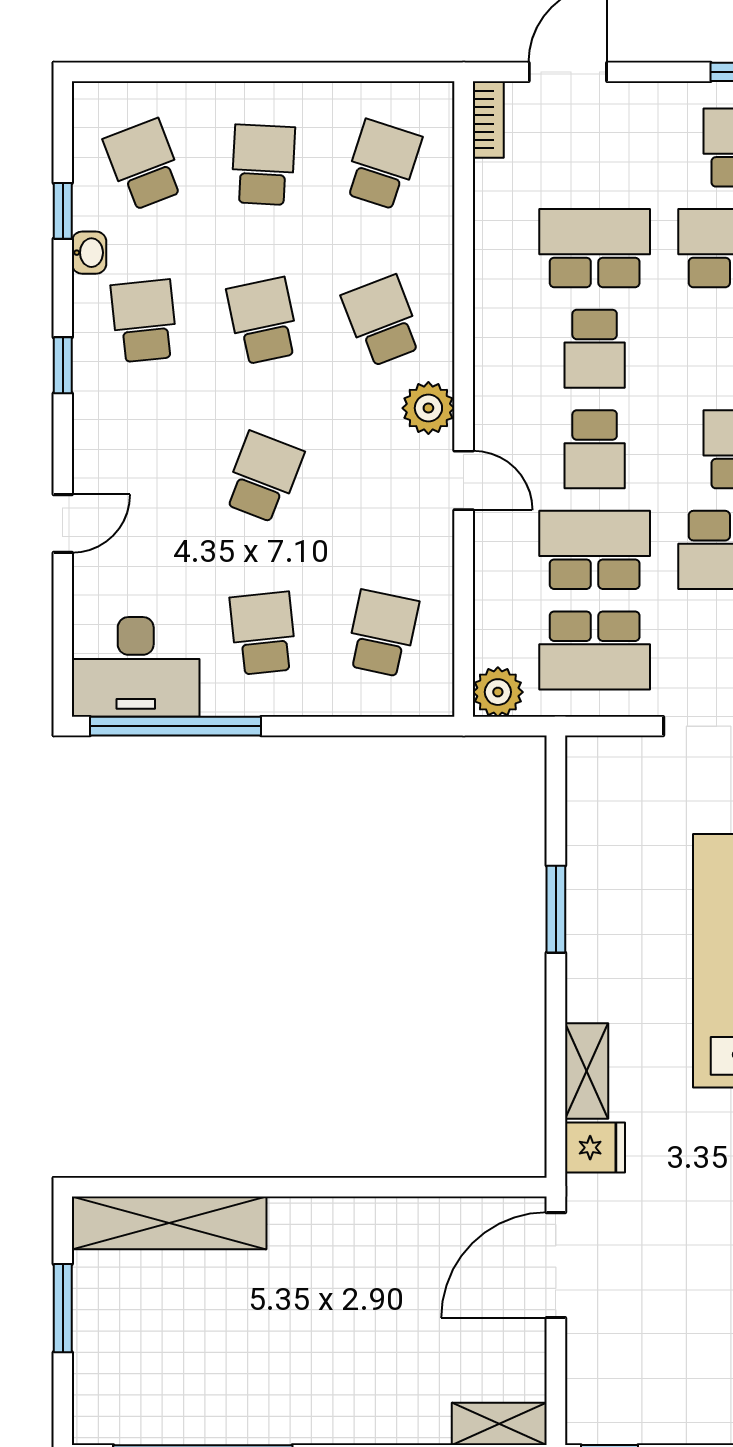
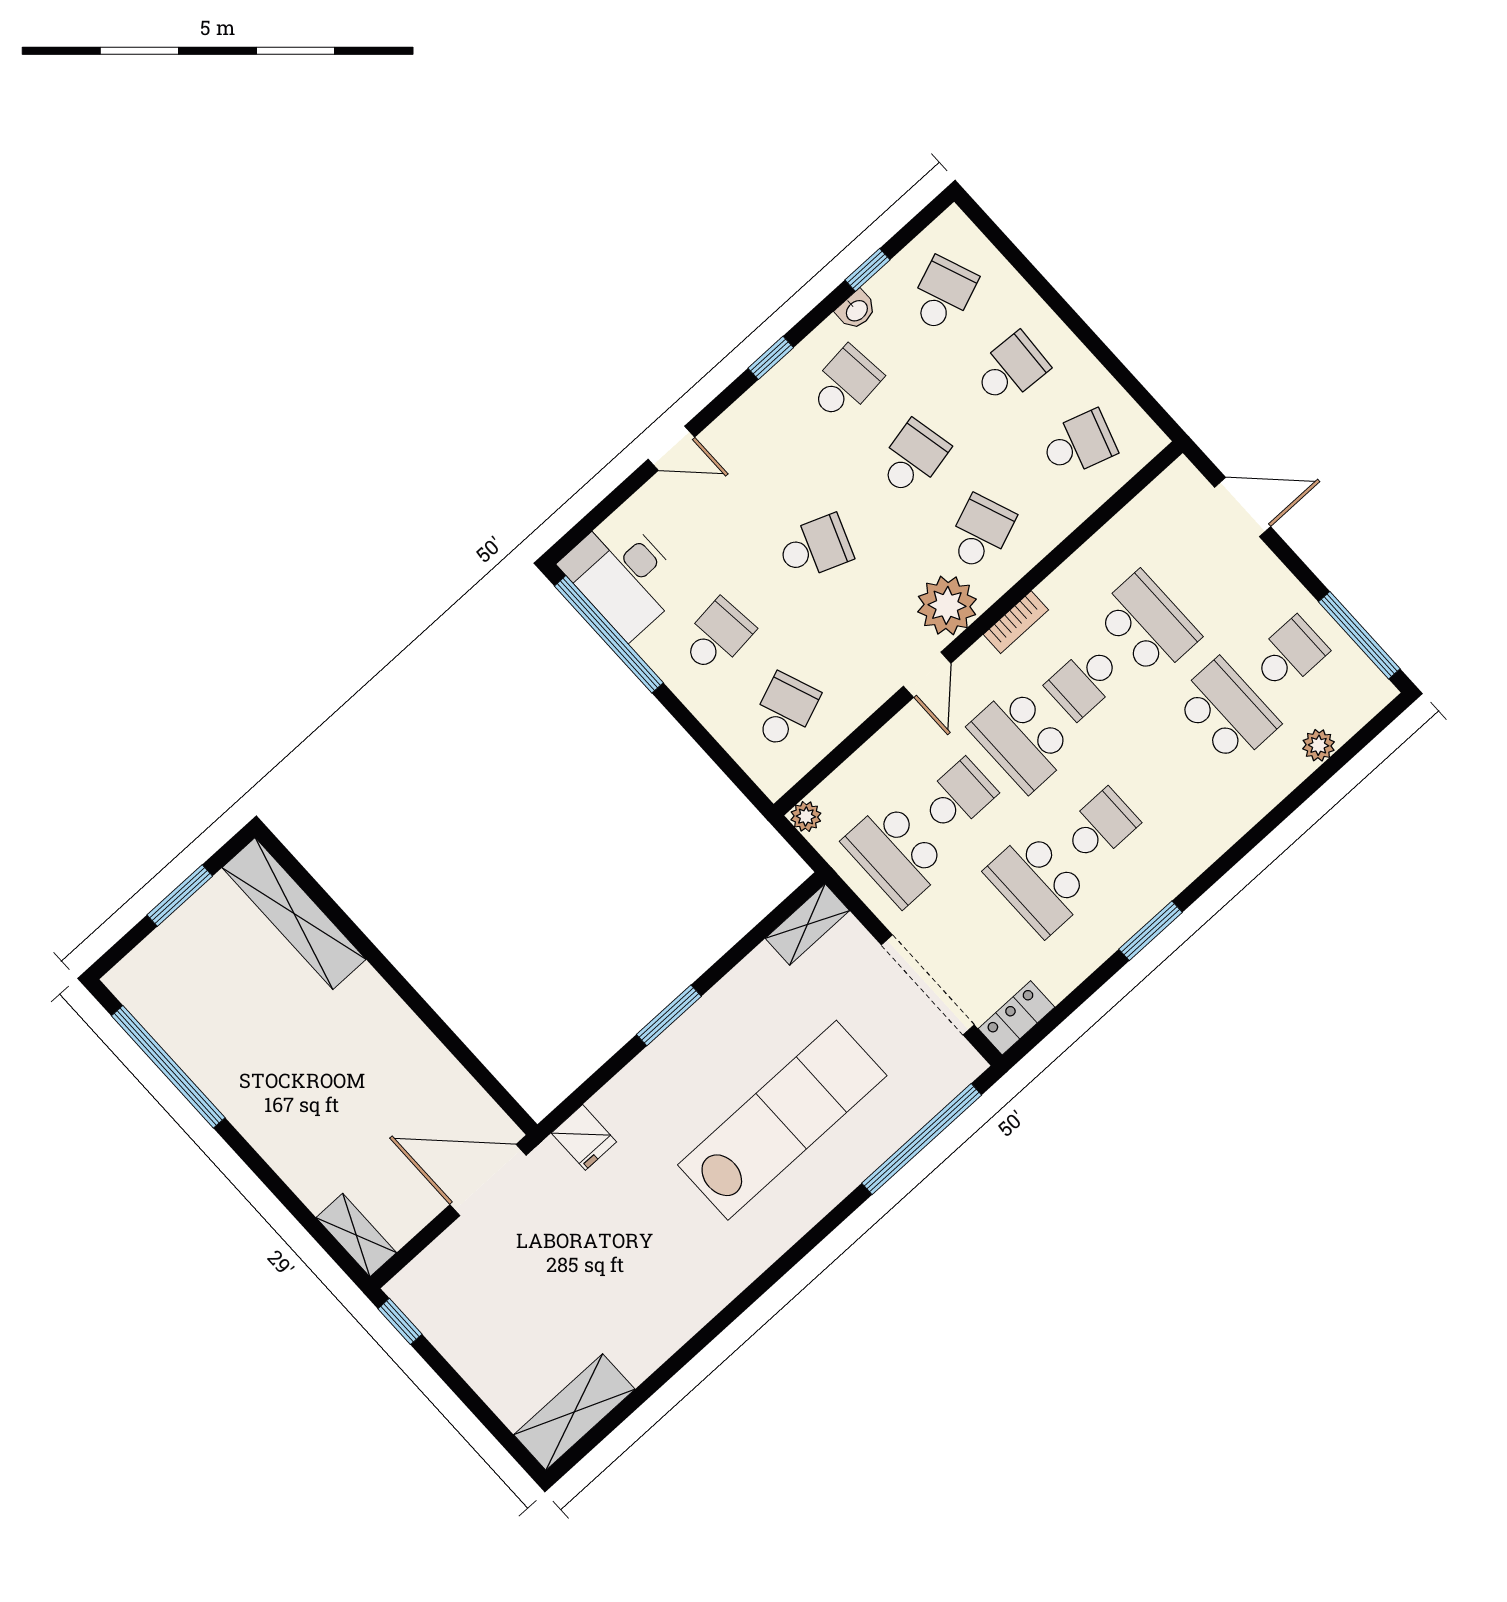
bookcase: (488, 119) -> (1016, 622), moved
plant: (428, 408) -> (947, 605), width x1.36, depth x1.36
school desk: (595, 449) -> (1021, 739), width x1.85
school desk: (595, 550) -> (958, 796), width x0.54
school desk: (382, 633) -> (785, 711), turned -33
plant: (498, 692) -> (806, 816), width x0.73, depth x0.73
window: (556, 909) -> (669, 1015), moved
shelving: (587, 1071) -> (807, 924), moved

